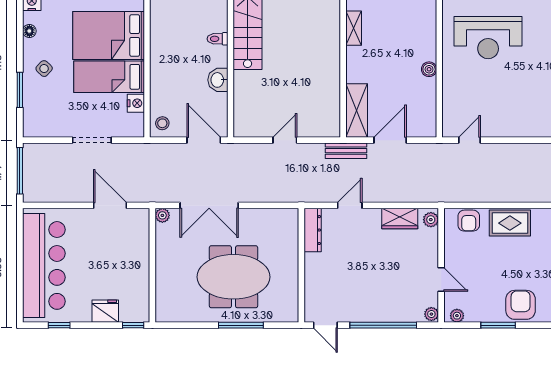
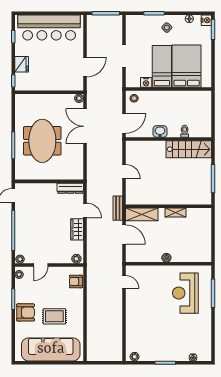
shelving: (354, 28) -> (176, 213), moved
wardrobe: (400, 218) -> (77, 229), moved
rug: (510, 223) -> (54, 316), moved, turned 90

